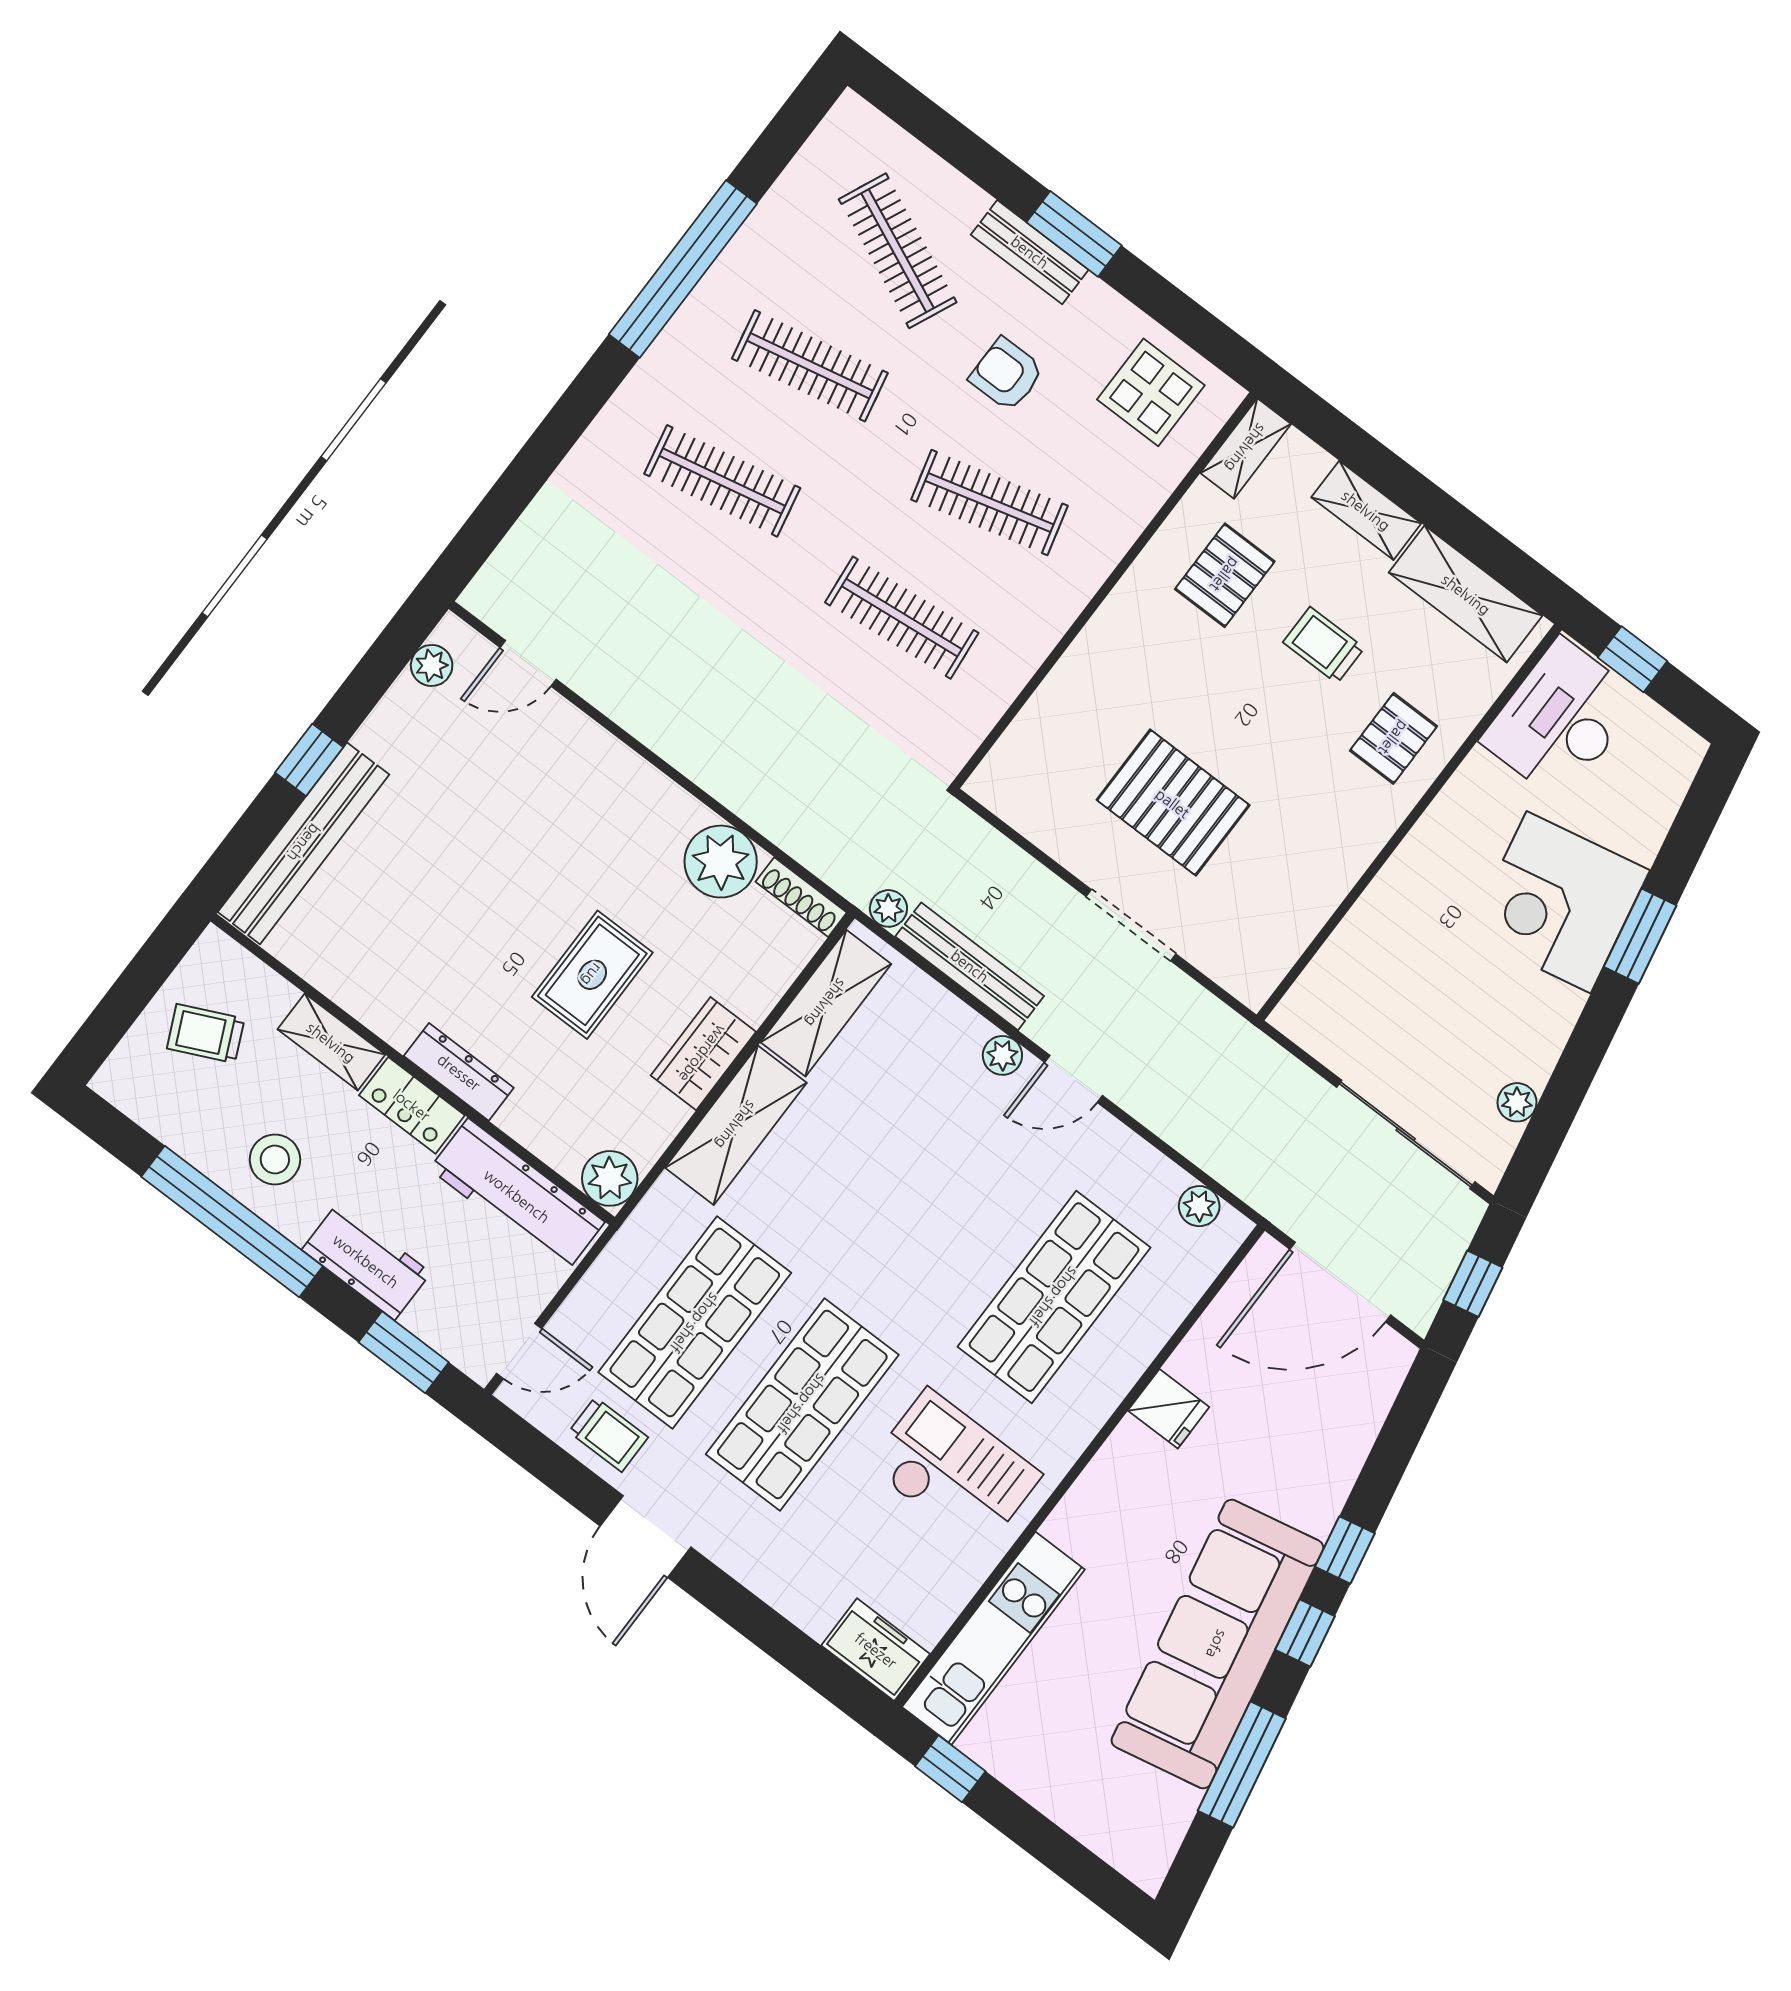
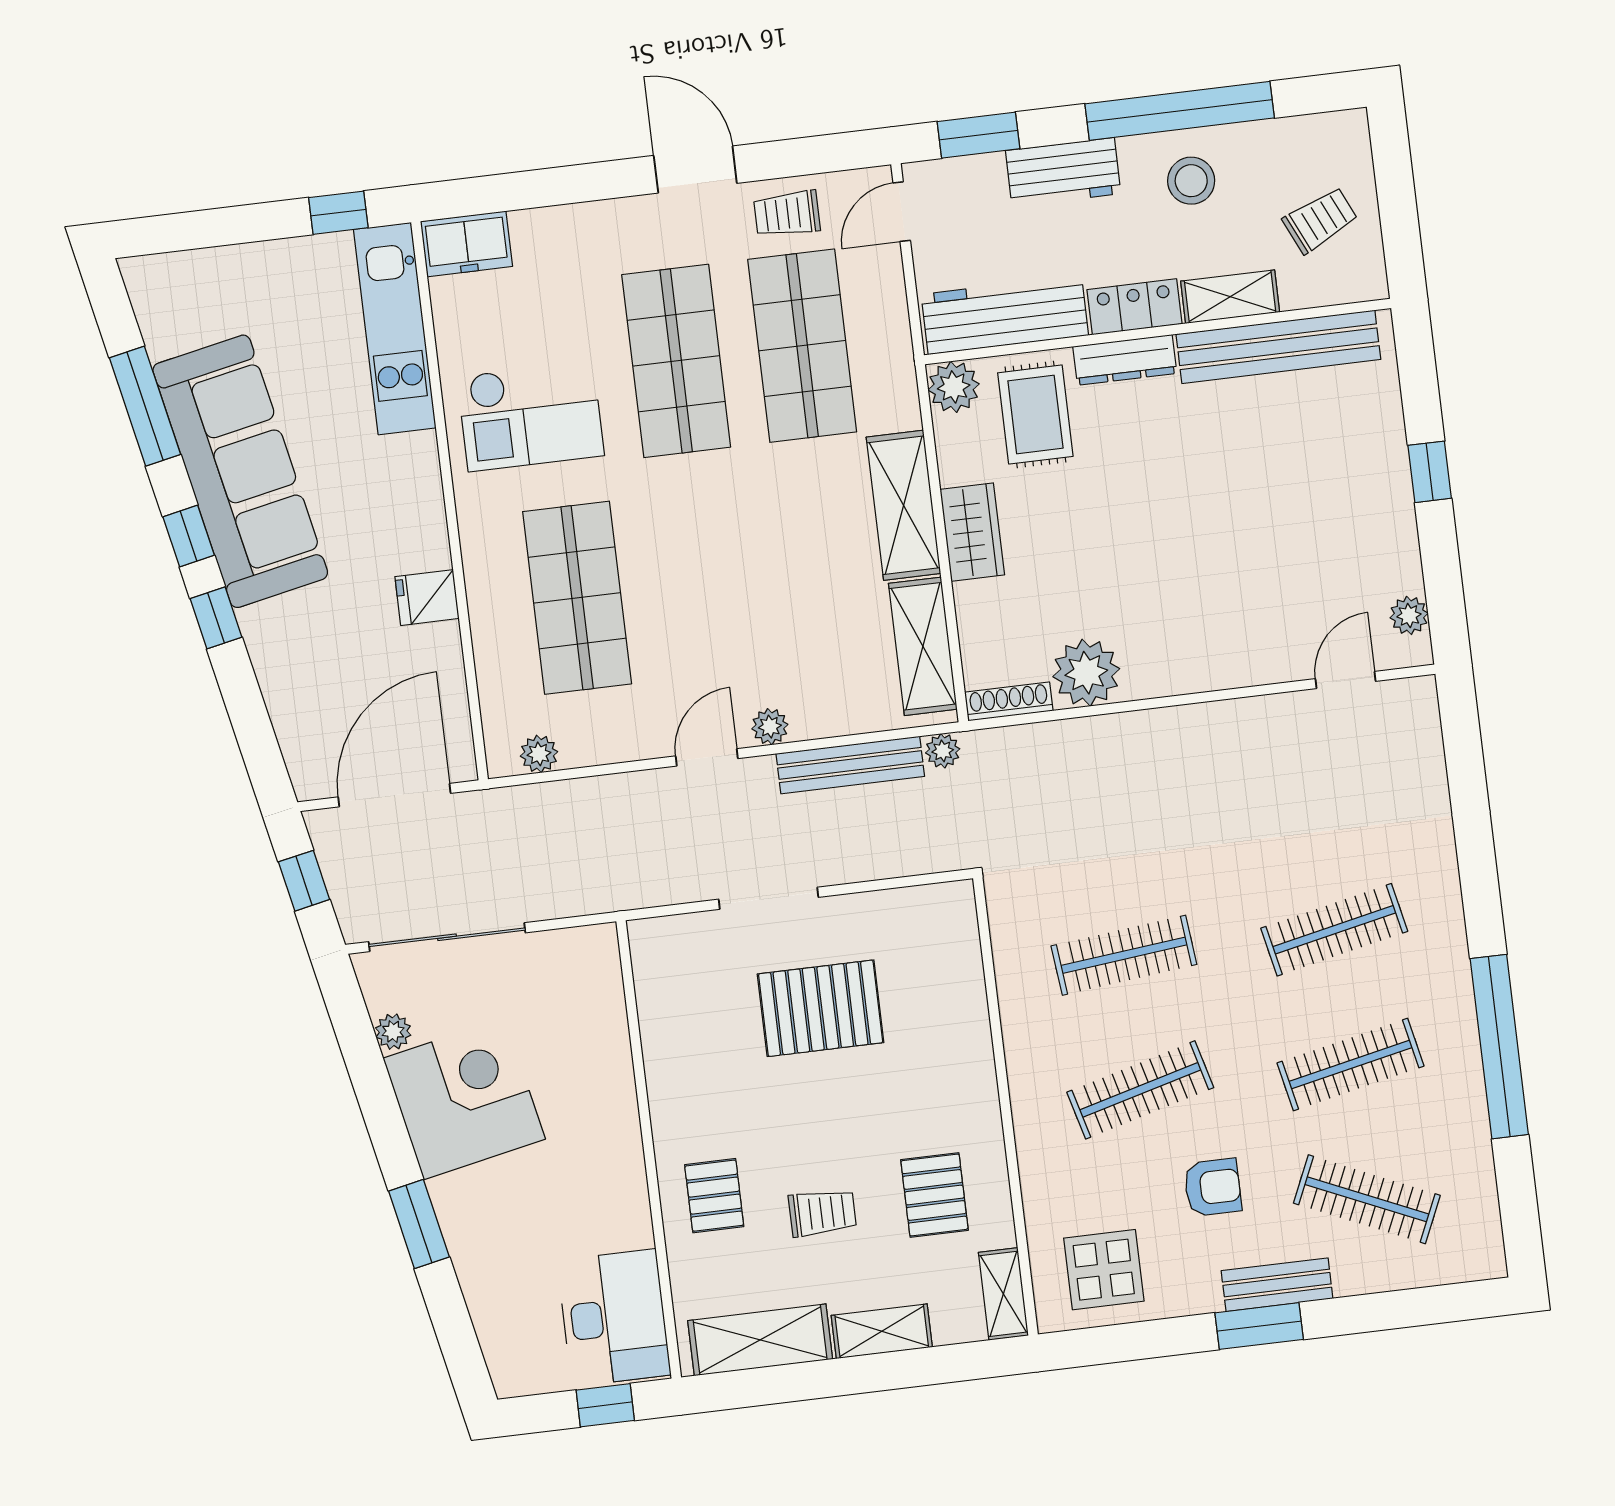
bench: (304, 843) -> (1278, 347), moved, turned 90
corner desk: (1559, 902) -> (464, 1099), moved
rug: (592, 975) -> (1035, 415), moved

